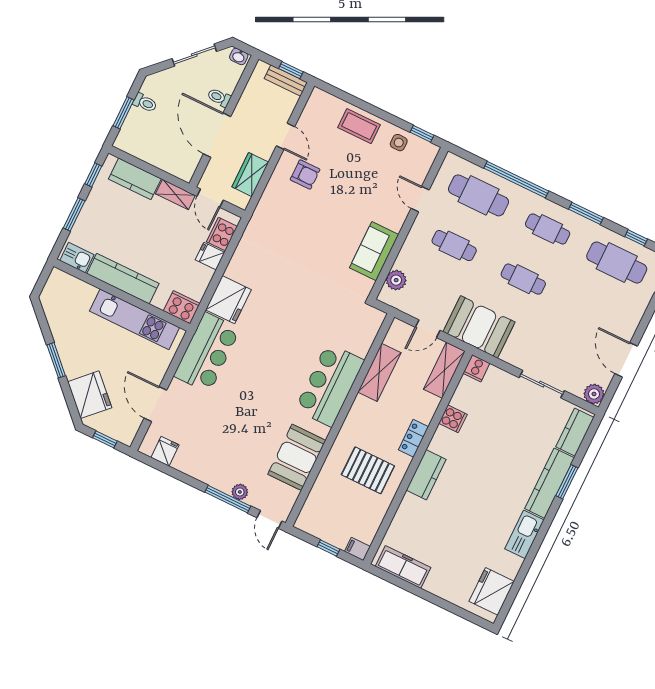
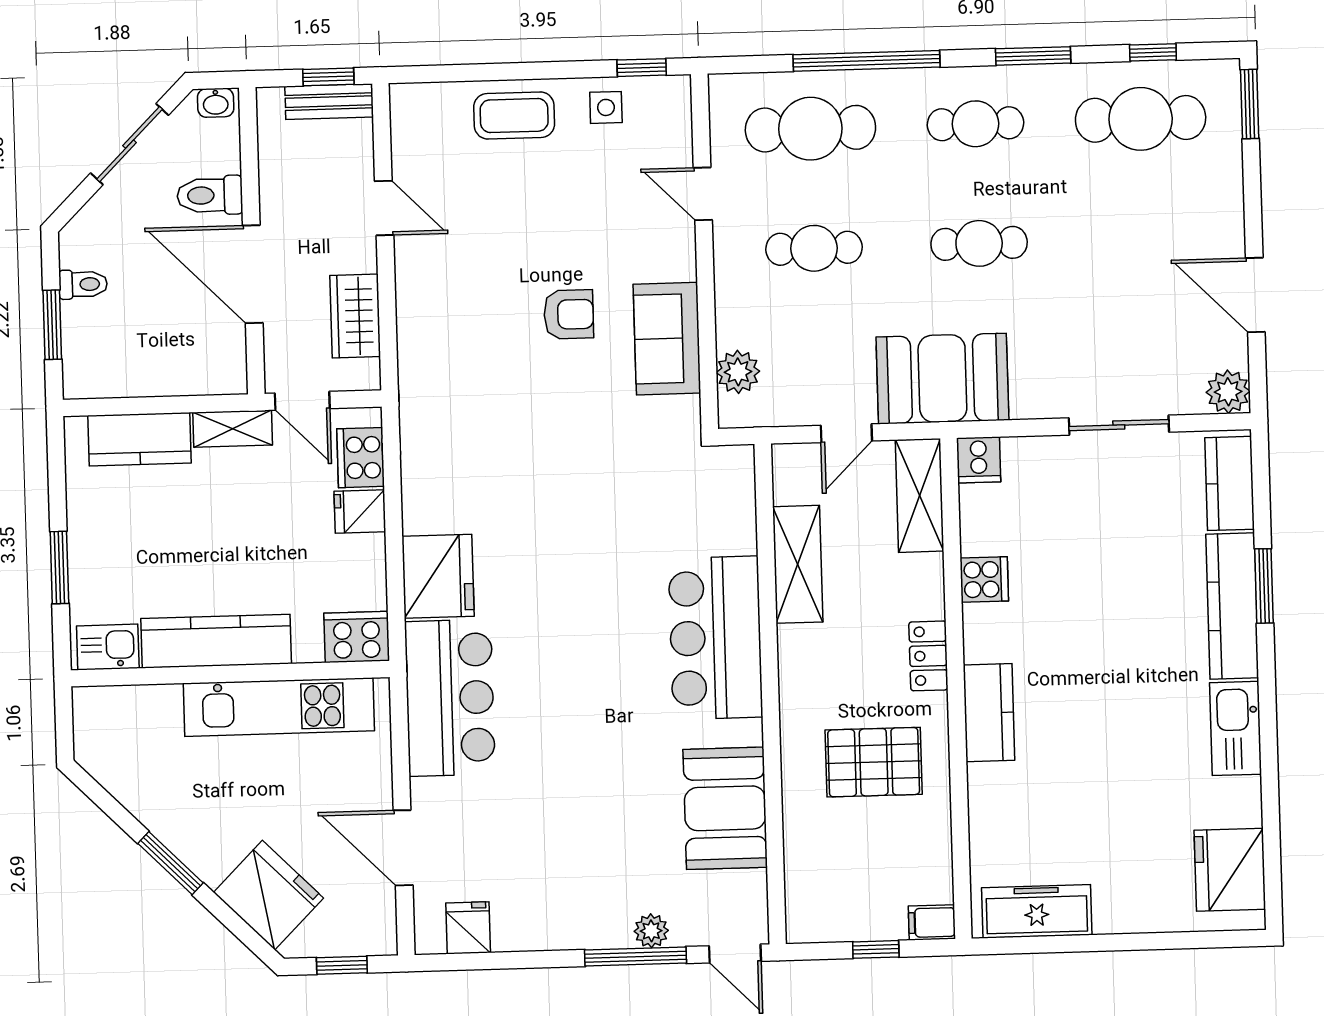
toilet: (219, 97) -> (210, 195), width x1.37, depth x1.39
armchair: (305, 174) -> (569, 314), moved
window: (93, 175) -> (57, 473), removed

